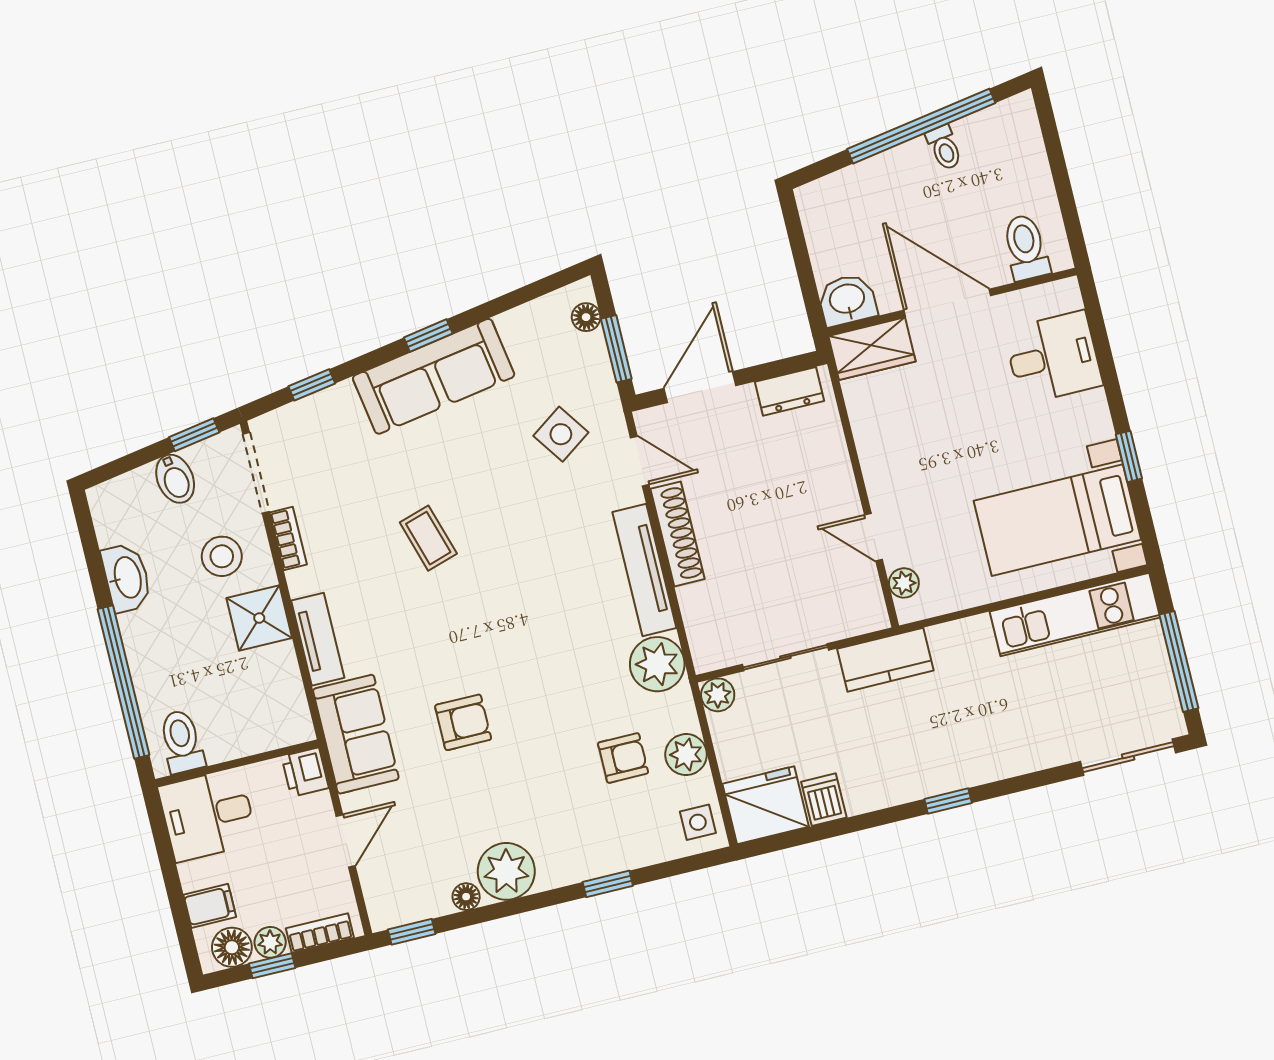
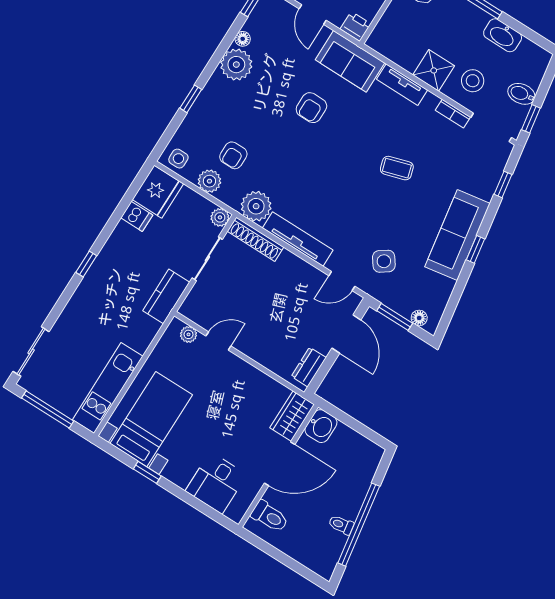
shoe rack: (677, 534) -> (255, 239), moved

